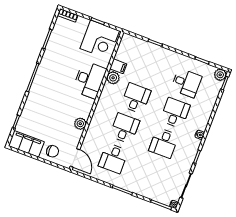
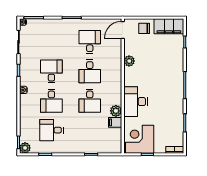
door: (75, 158) -> (123, 30), hinge flipped

